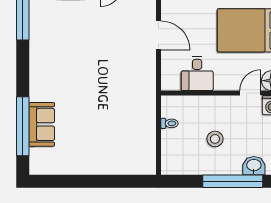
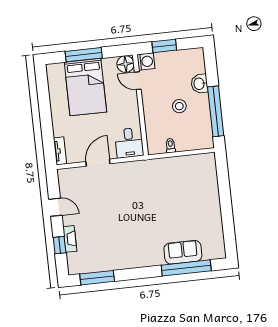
desk: (197, 74) -> (129, 143), moved, turned 90
washbasin: (254, 166) -> (199, 84), moved
window: (233, 181) -> (216, 111), moved

